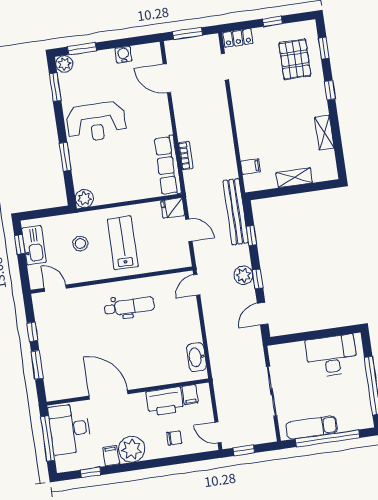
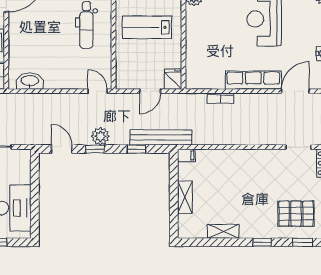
row of seats: (168, 165) -> (253, 80), moved
filing cabinet: (251, 167) -> (186, 155), moved, turned -90
lab bench: (123, 243) -> (147, 27), turned 180

